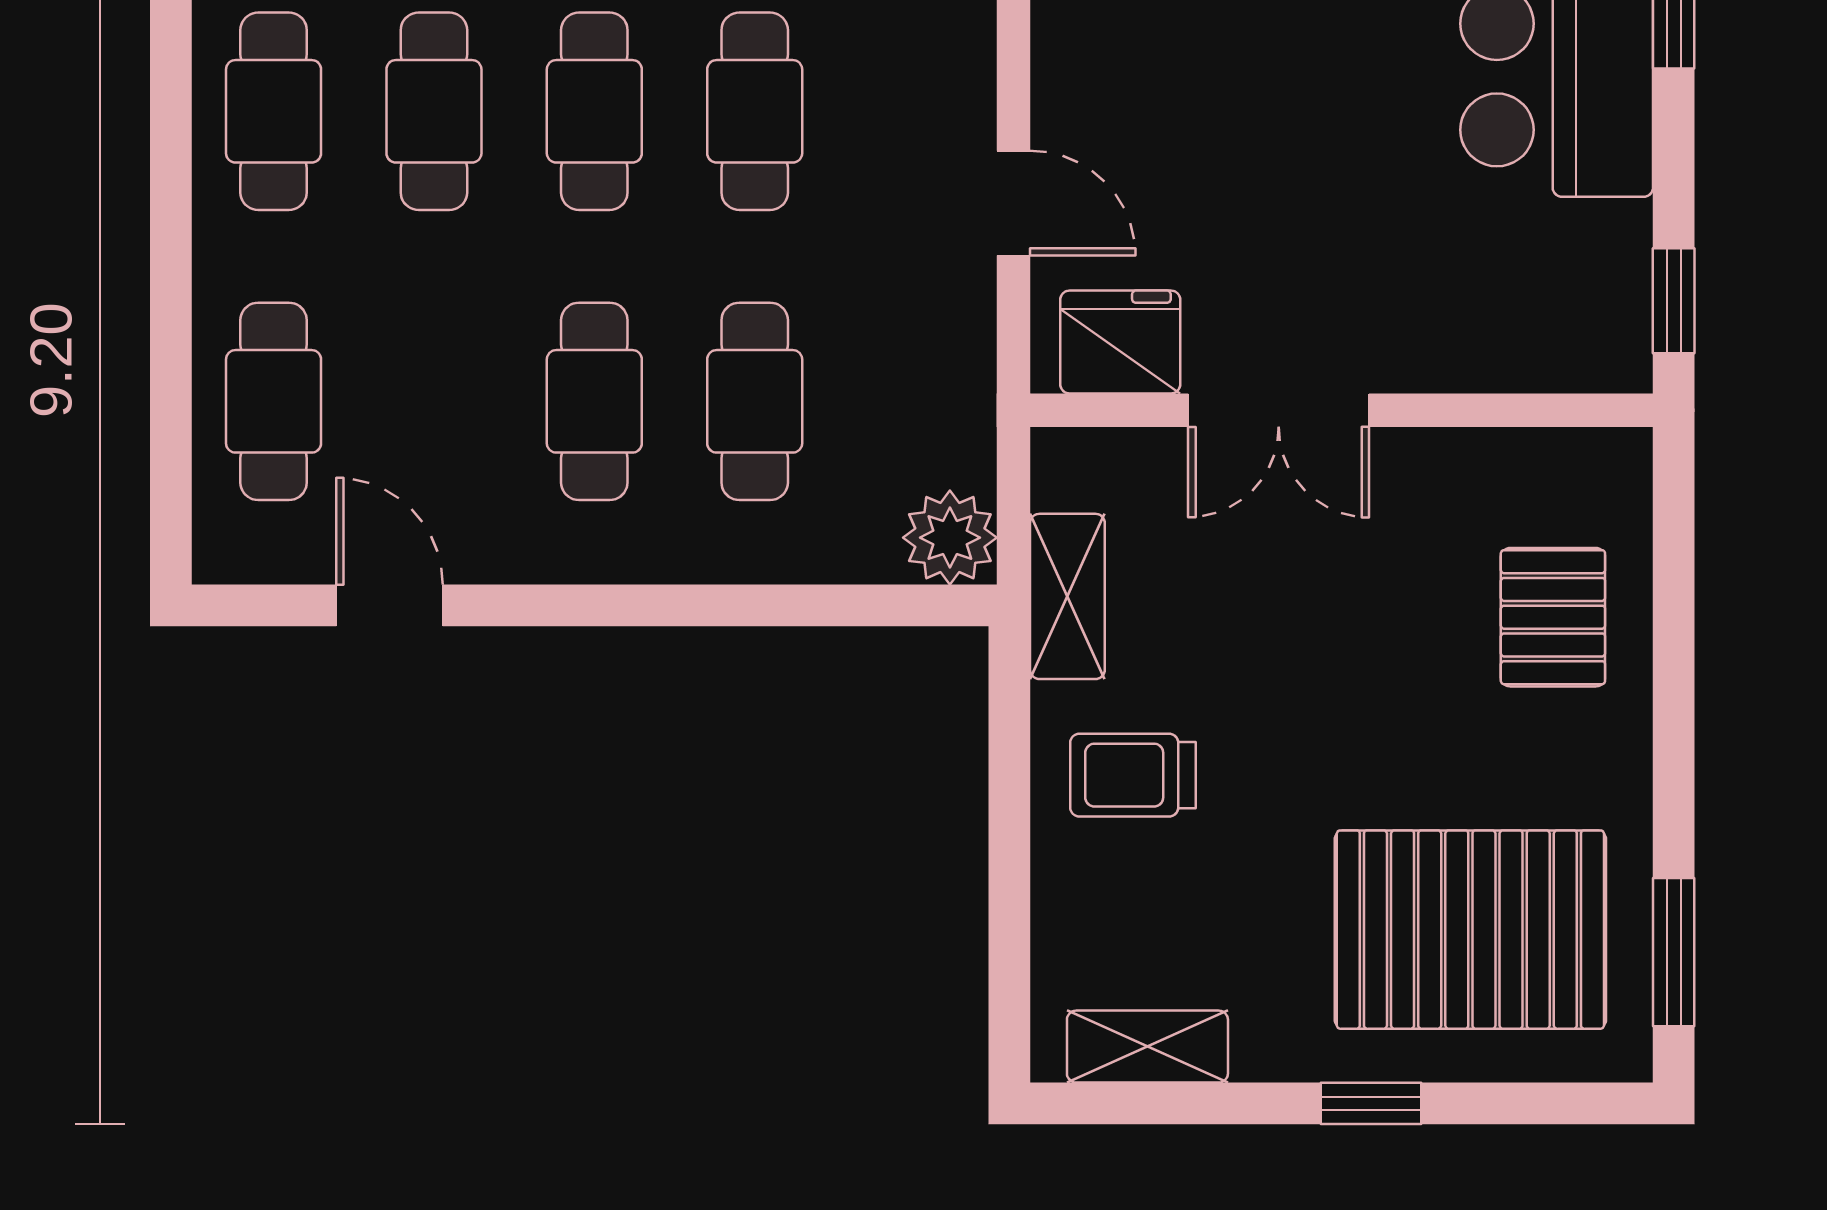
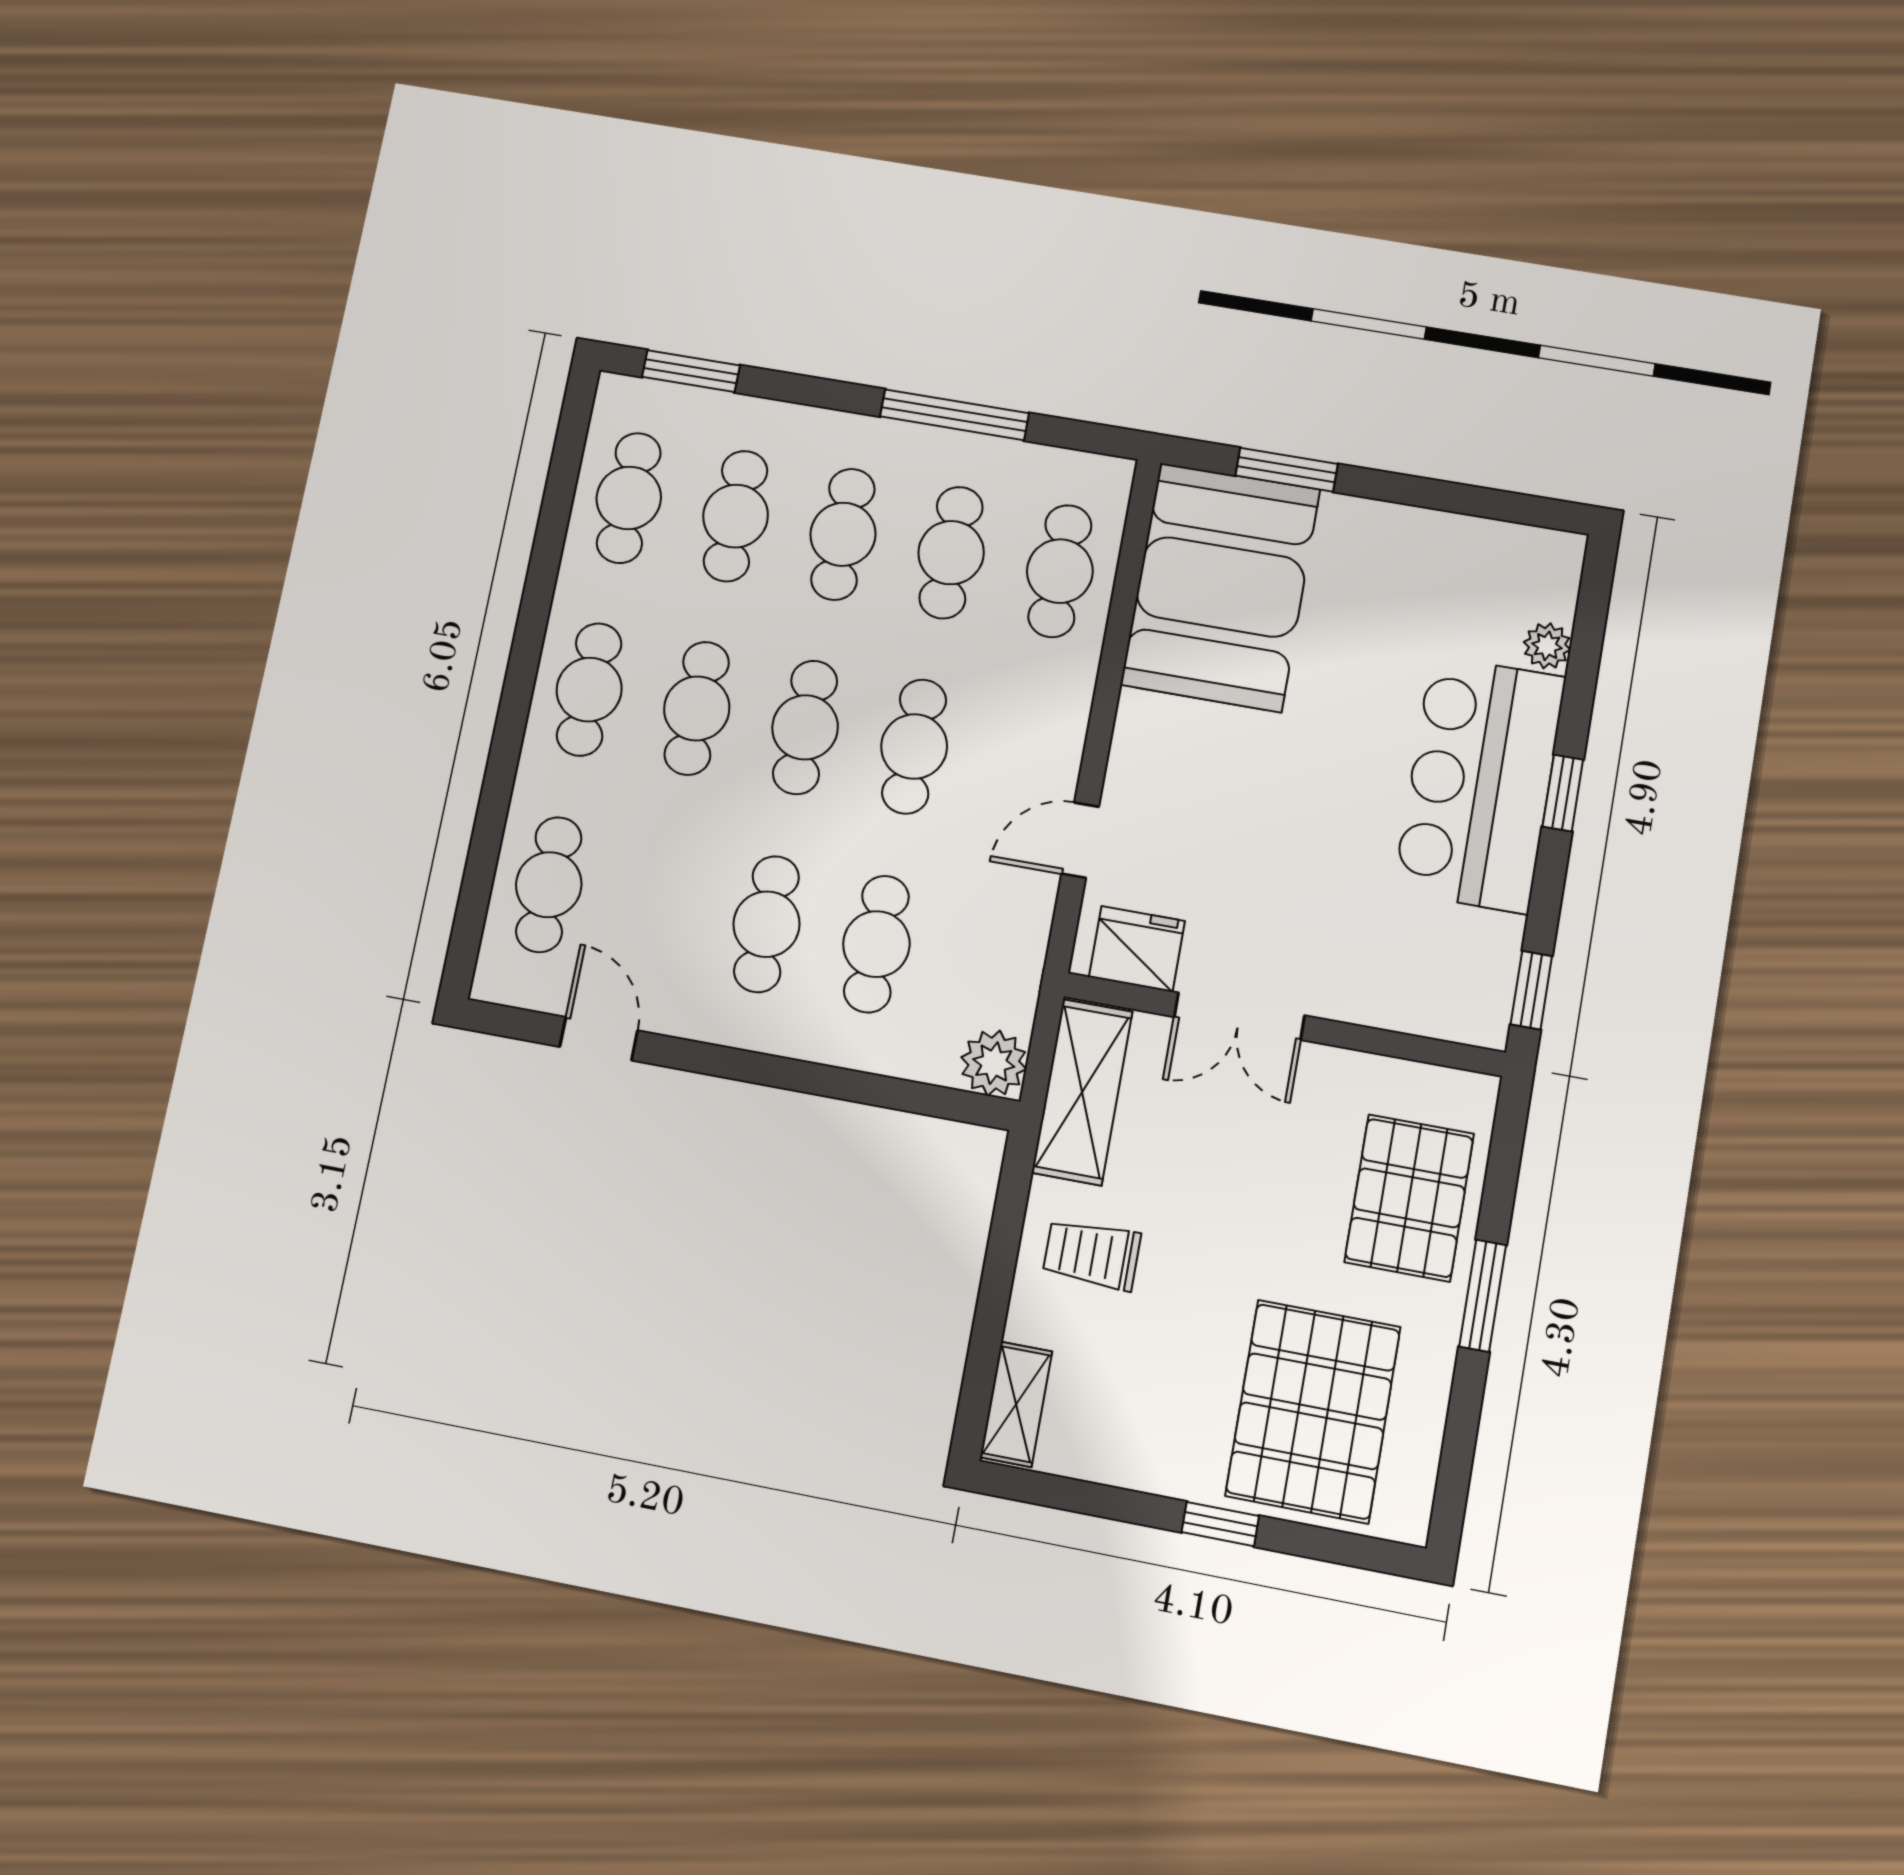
door: (1014, 203) -> (1080, 840), swing flipped
shelving: (1067, 596) -> (1082, 1092), width x1.50, depth x1.33
pallet: (1553, 617) -> (1409, 1198), width x1.50, depth x1.42
pallet: (1470, 930) -> (1313, 1411), turned 90
window: (1674, 952) -> (1483, 1296), moved
shelving: (1147, 1047) -> (1016, 1404), moved, turned 90

